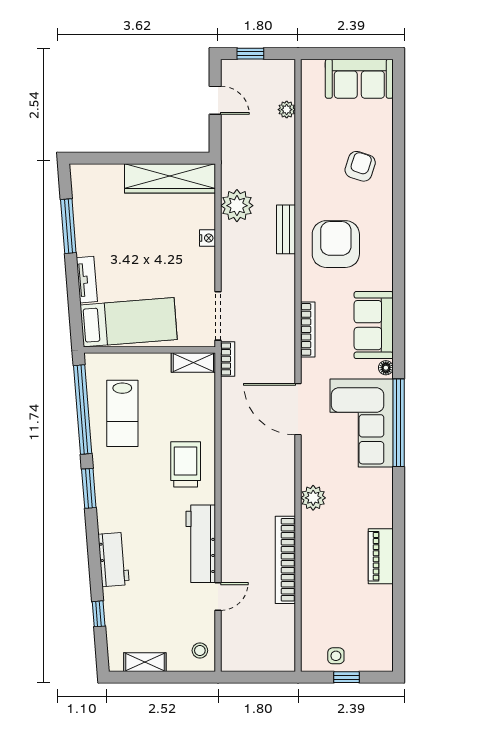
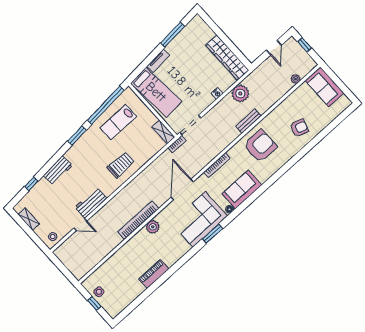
sofa: (359, 79) -> (325, 87), moved
window: (399, 423) -> (212, 234), width x0.47
workbench: (201, 544) -> (91, 203), width x0.73
bookcase: (285, 560) -> (138, 220), moved

